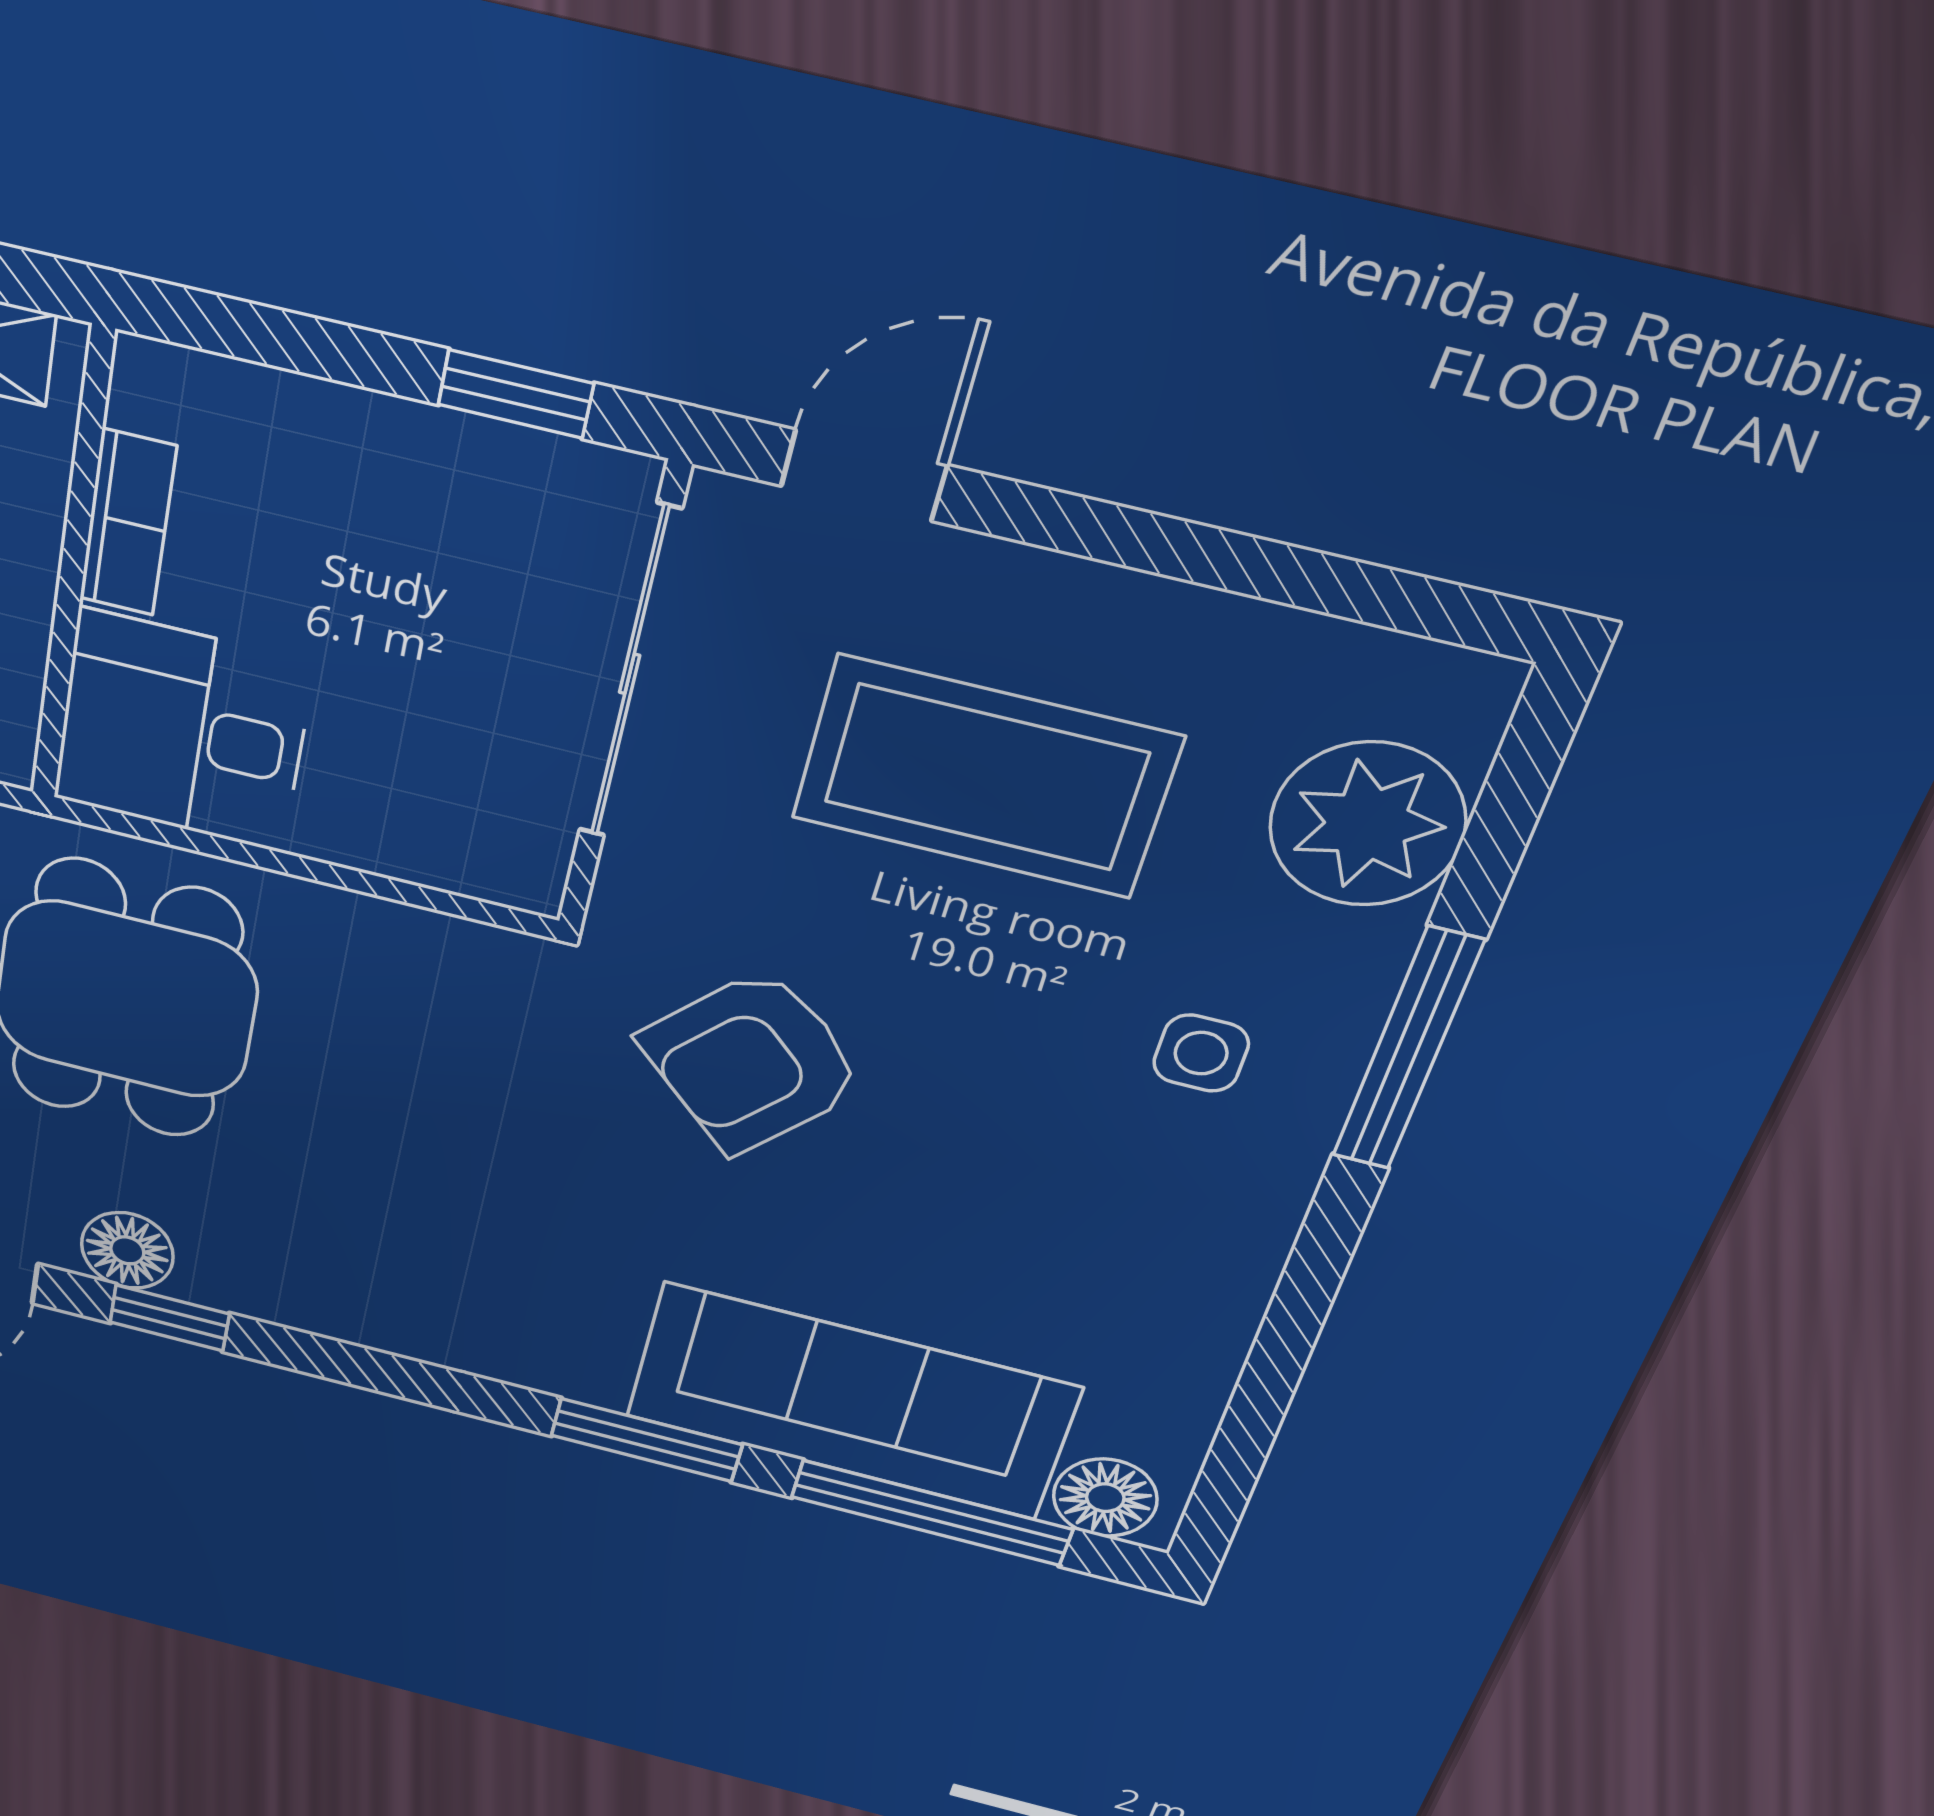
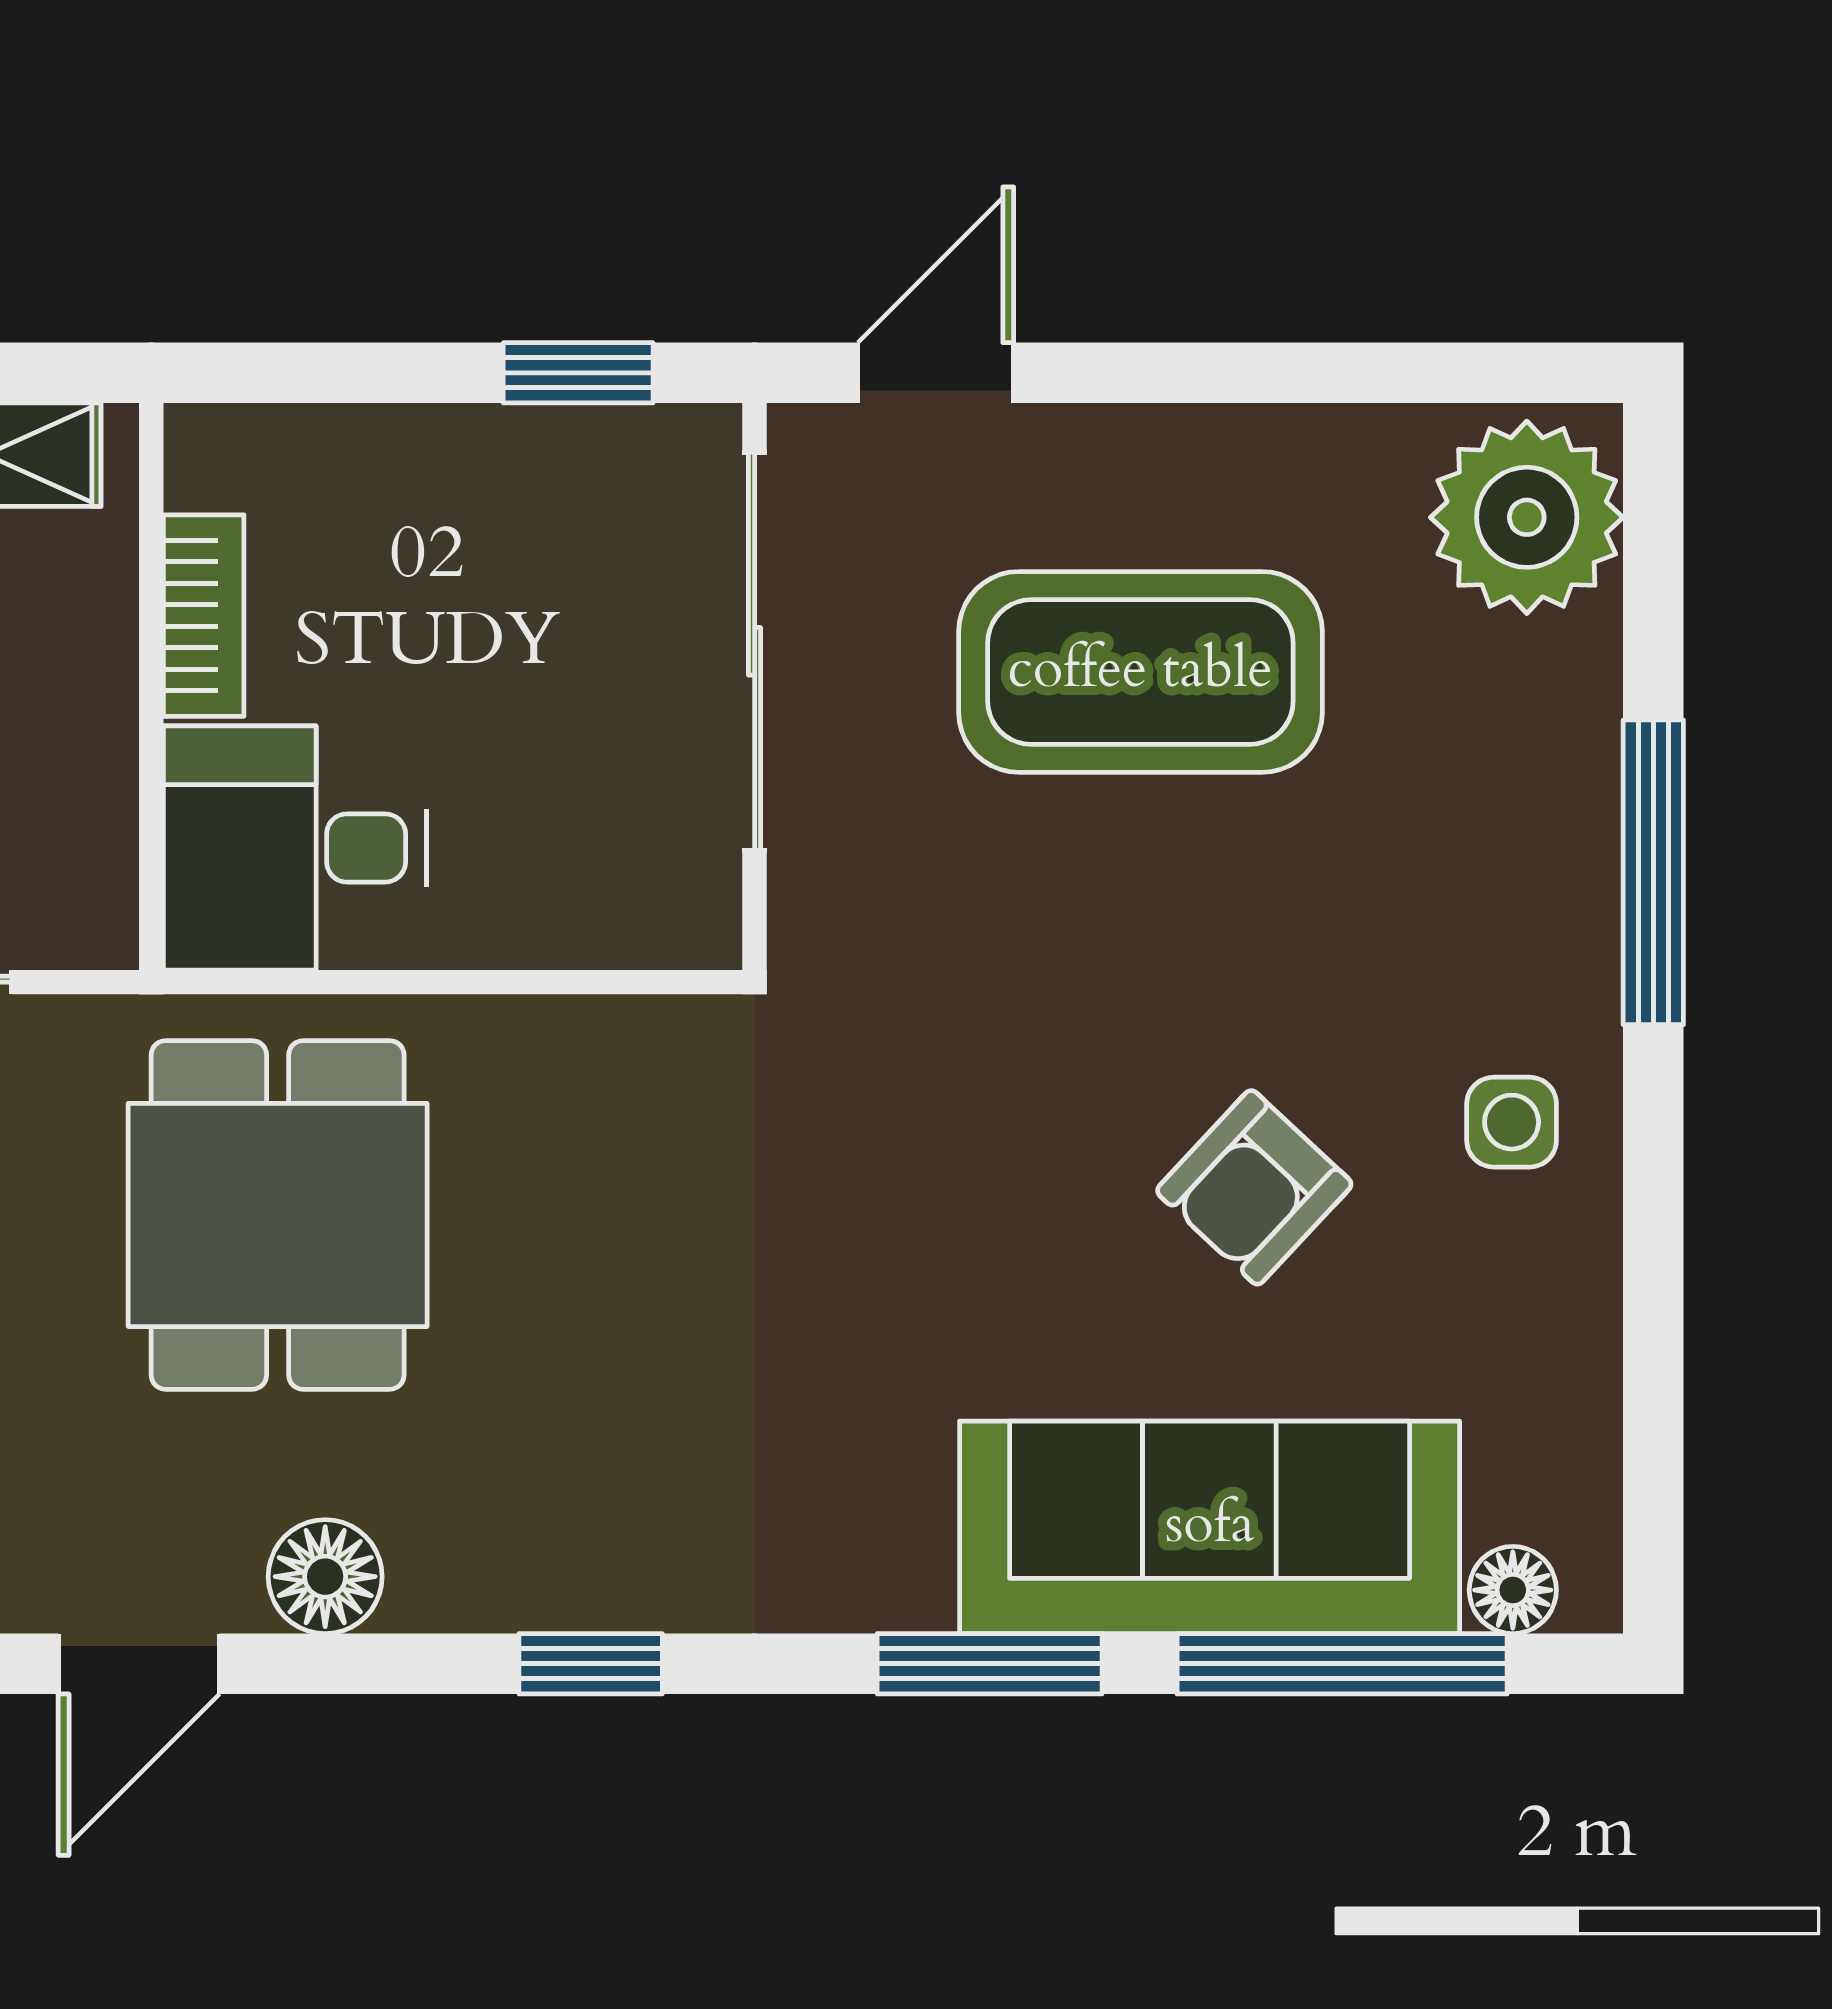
plant: (1367, 824) -> (1527, 517), moved
side table: (1201, 1053) -> (1512, 1122), moved
armchair: (752, 1062) -> (1254, 1187), moved, width x0.72, depth x0.72
window: (170, 1318) -> (591, 1664), moved
floor lamp: (1105, 1498) -> (1513, 1590), width x0.73, depth x0.73

